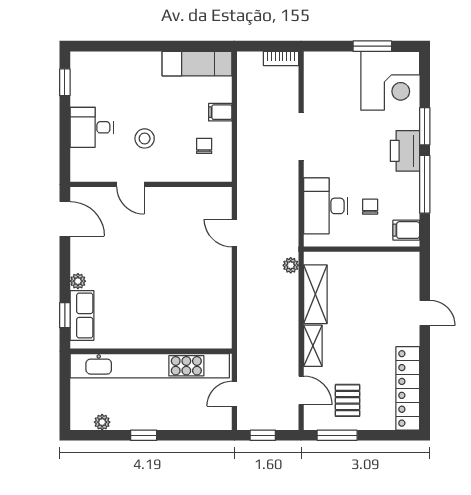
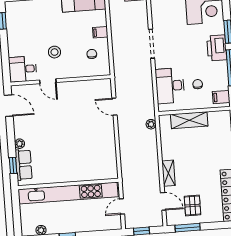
desk: (92, 127) -> (23, 69), moved
shelving: (315, 294) -> (189, 120), moved, turned 90

